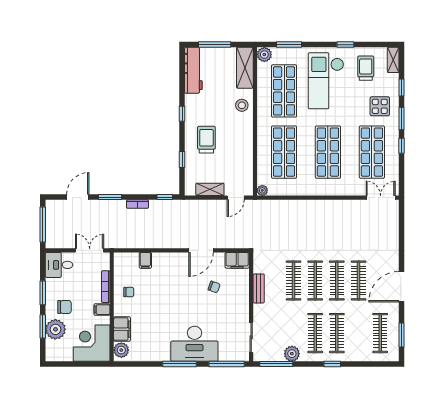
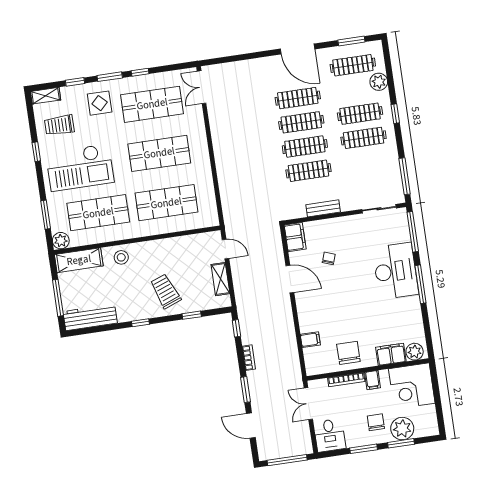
trolley: (206, 140) -> (165, 291), turned 69
plant: (262, 190) -> (213, 220), removed
chair: (129, 292) -> (348, 353), width x1.87, depth x1.87
plant: (292, 354) -> (379, 82), moved

